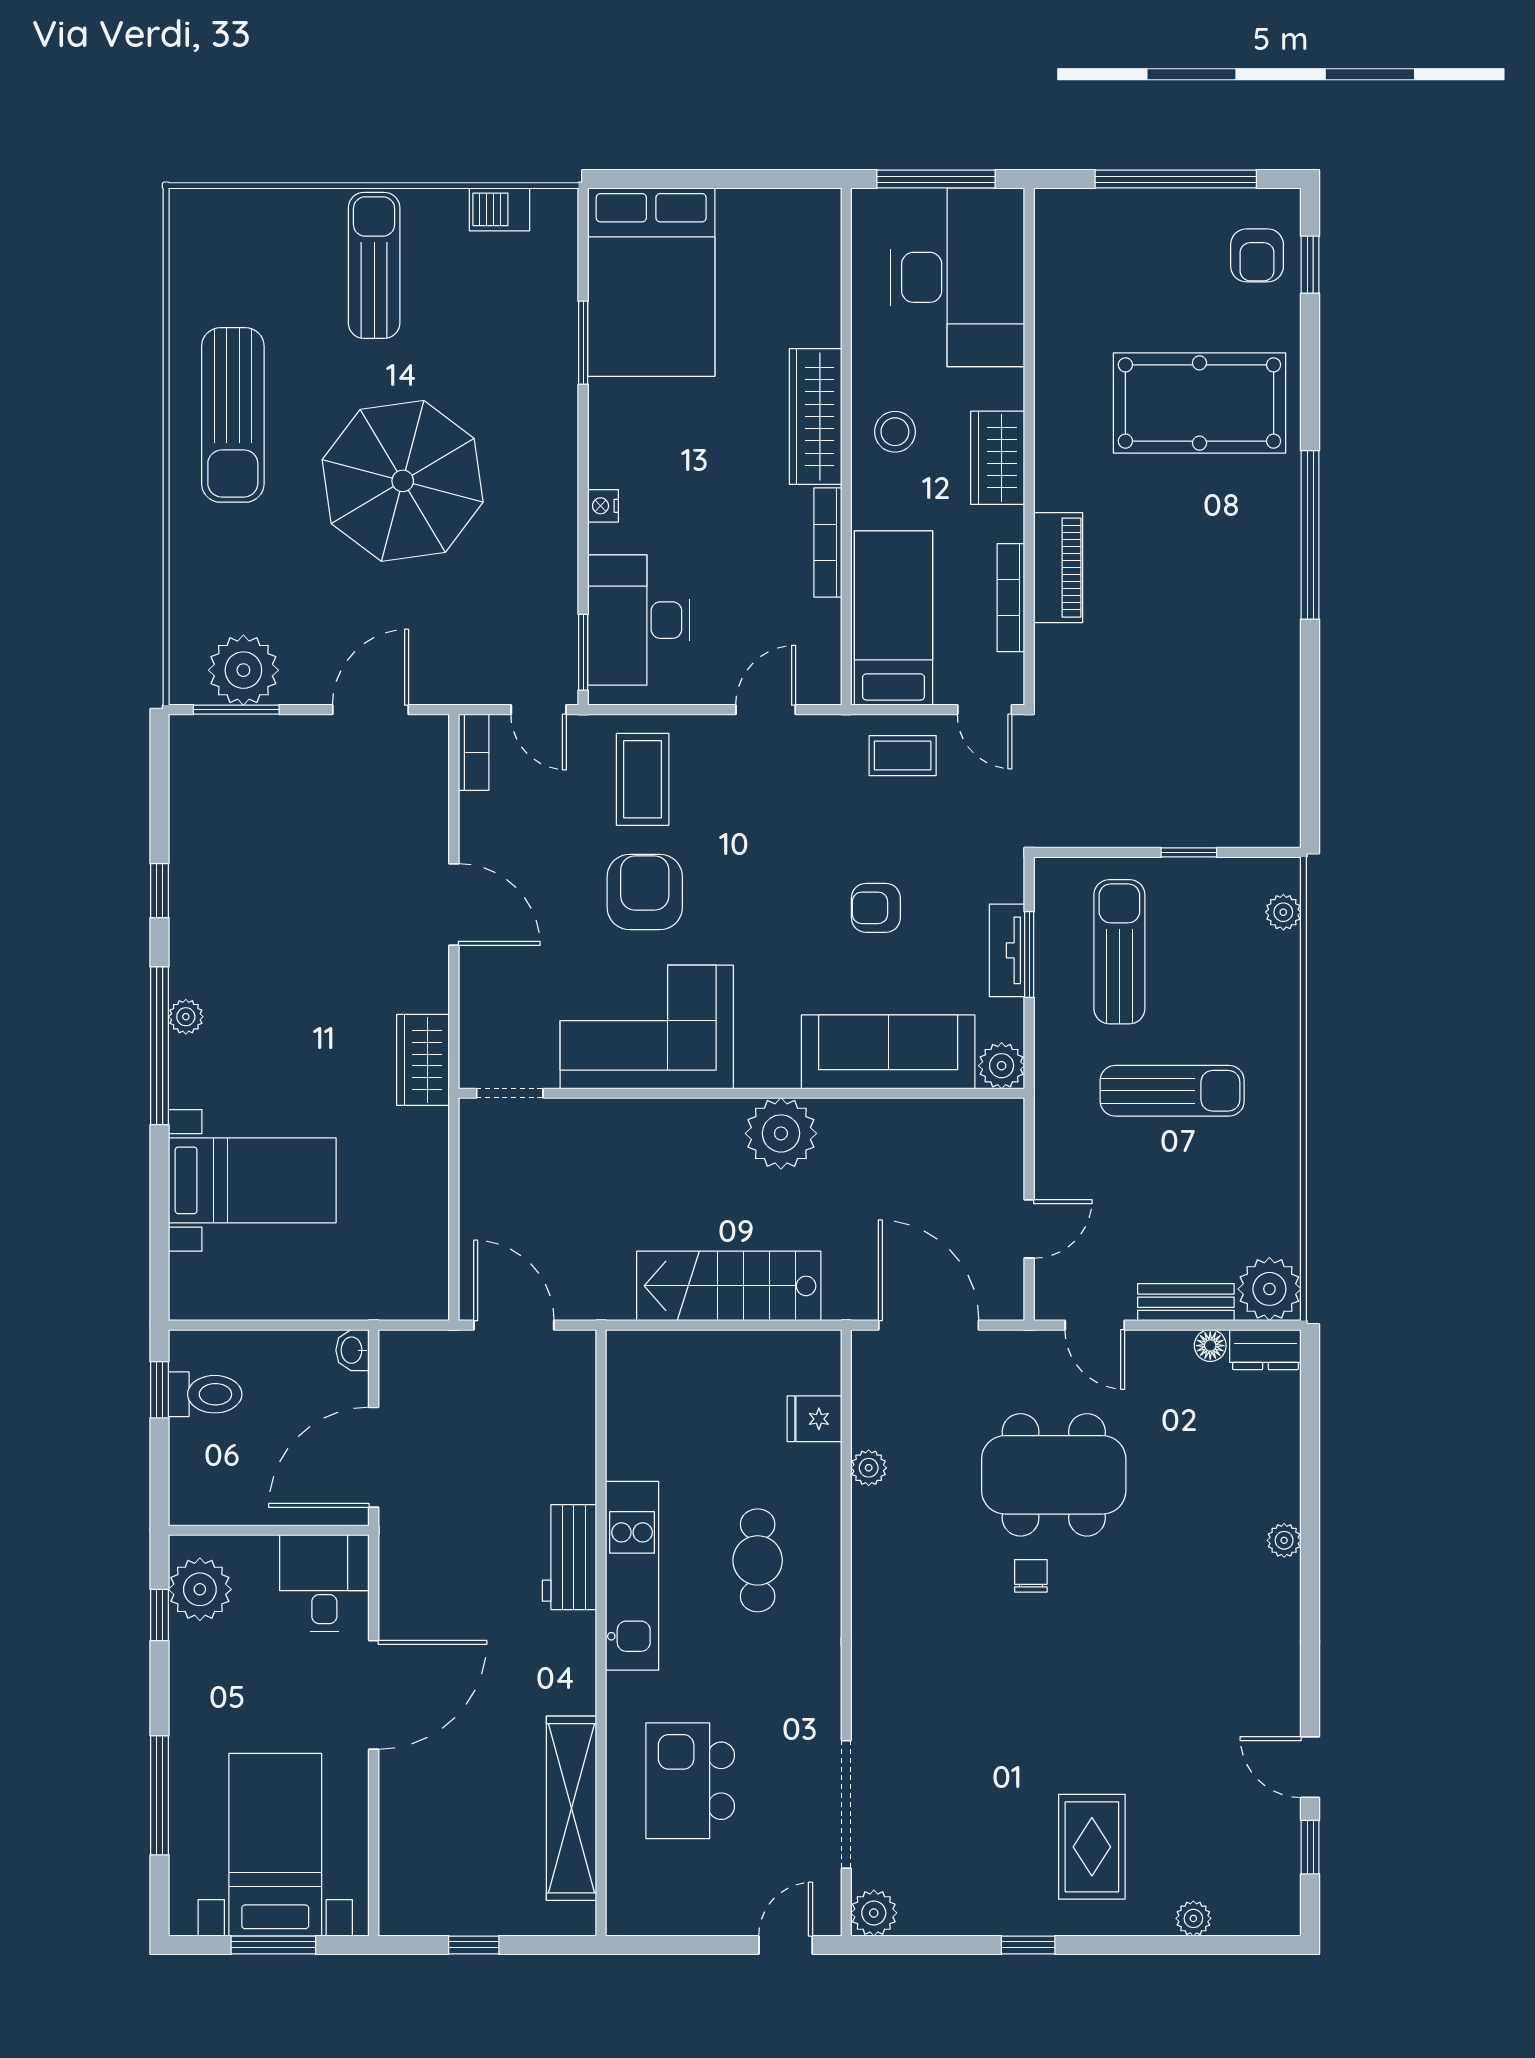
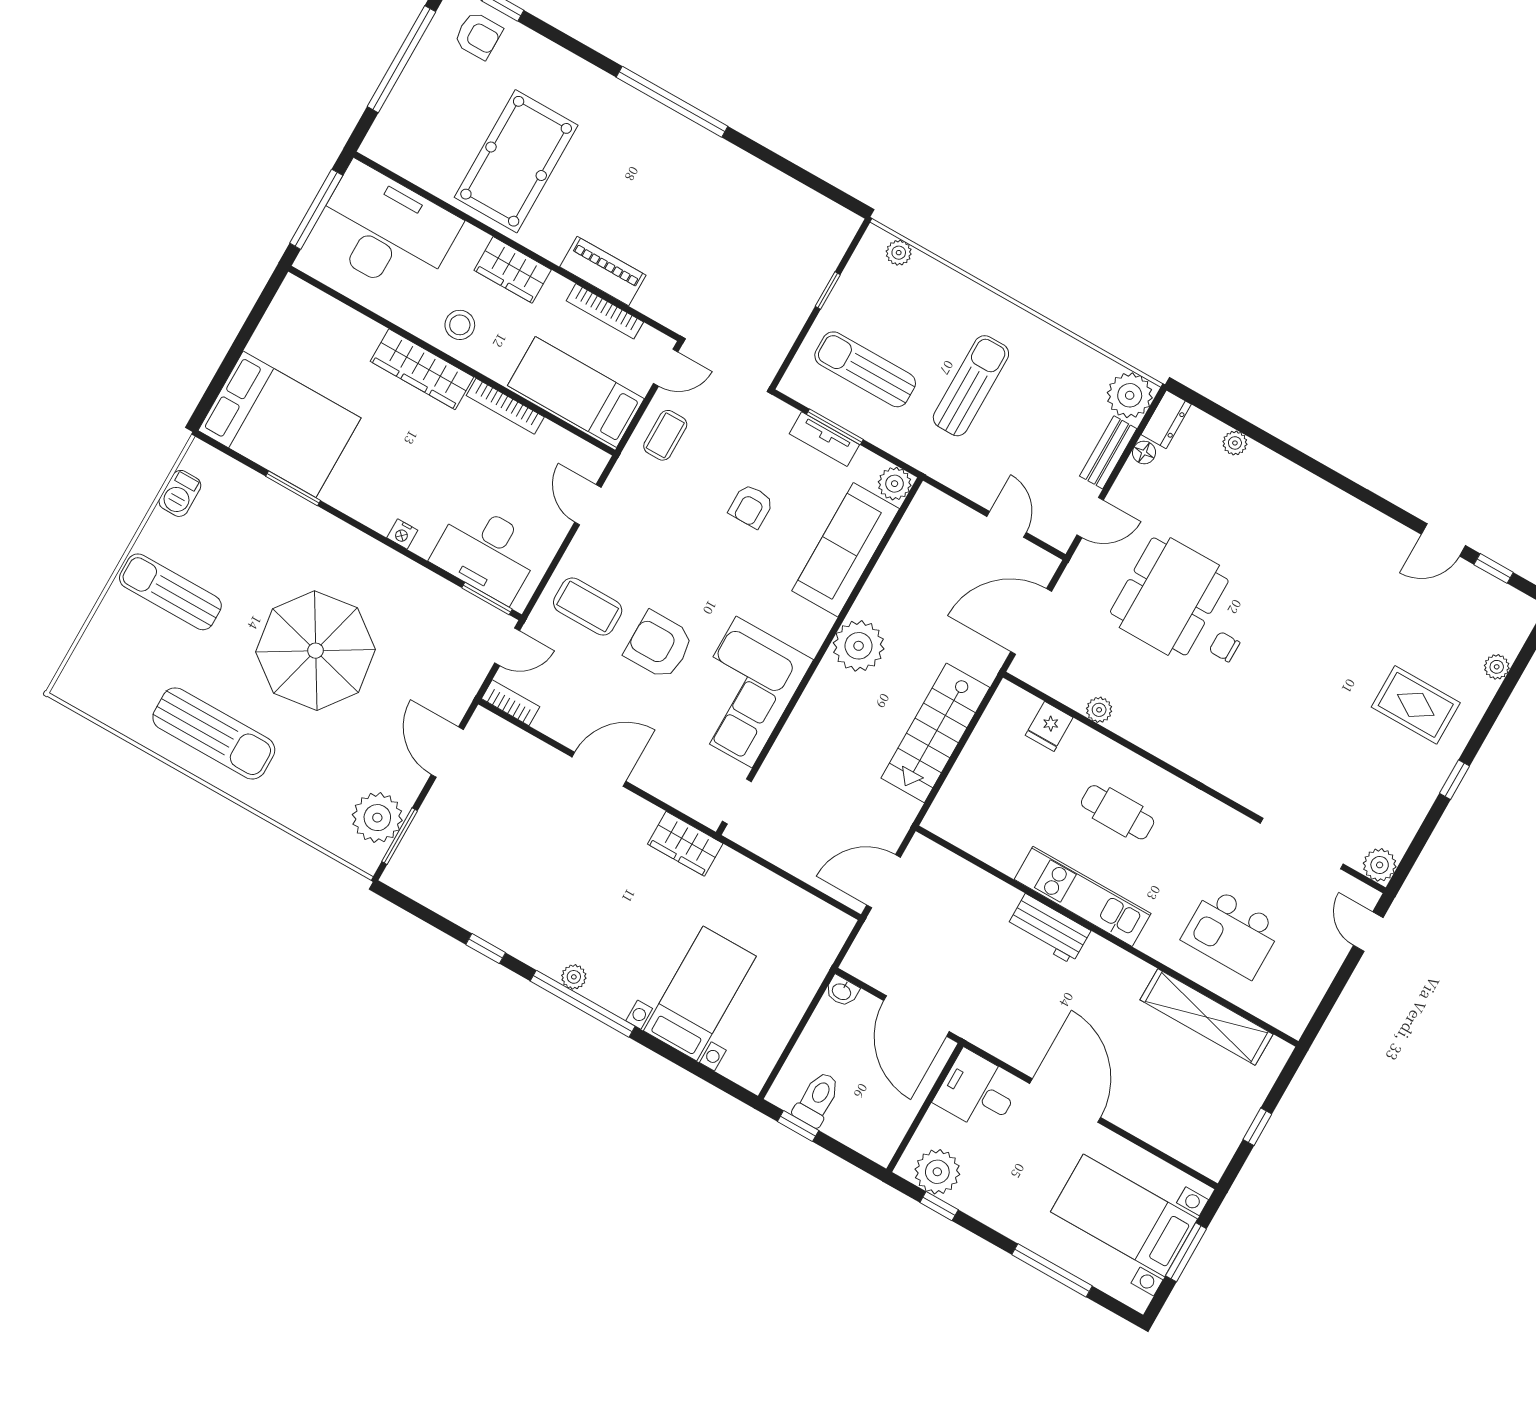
pool table: (1199, 403) -> (516, 161), moved
plant: (1284, 1540) -> (1235, 443), moved

